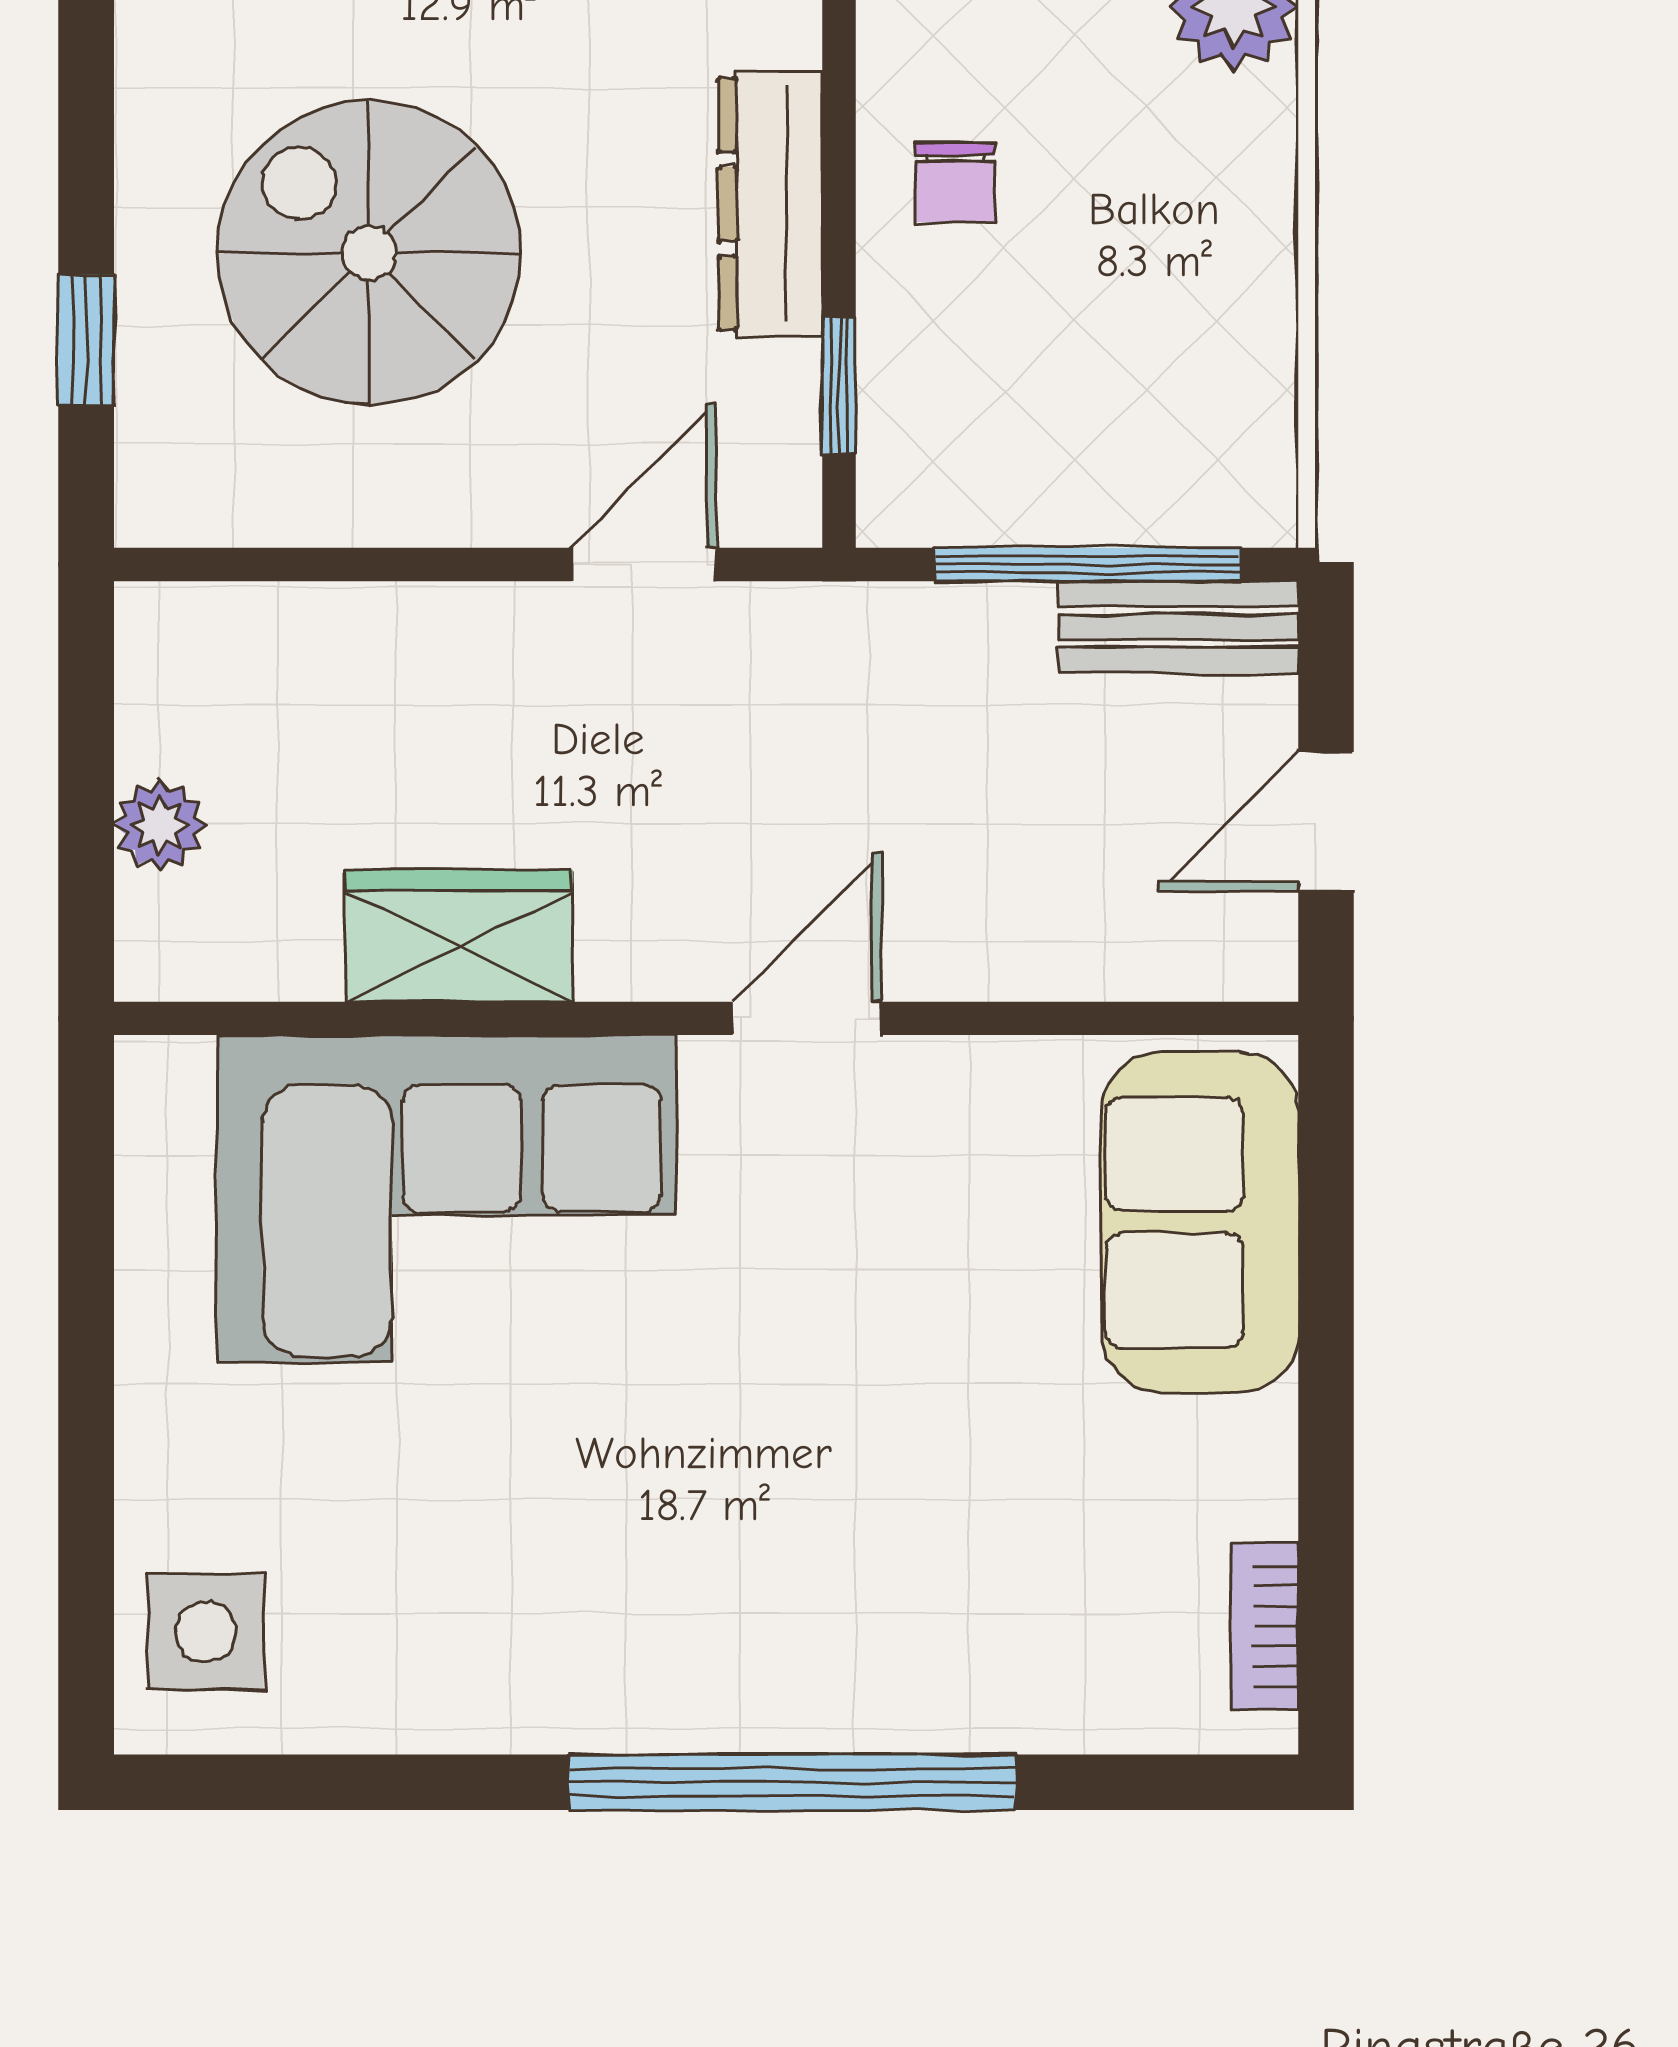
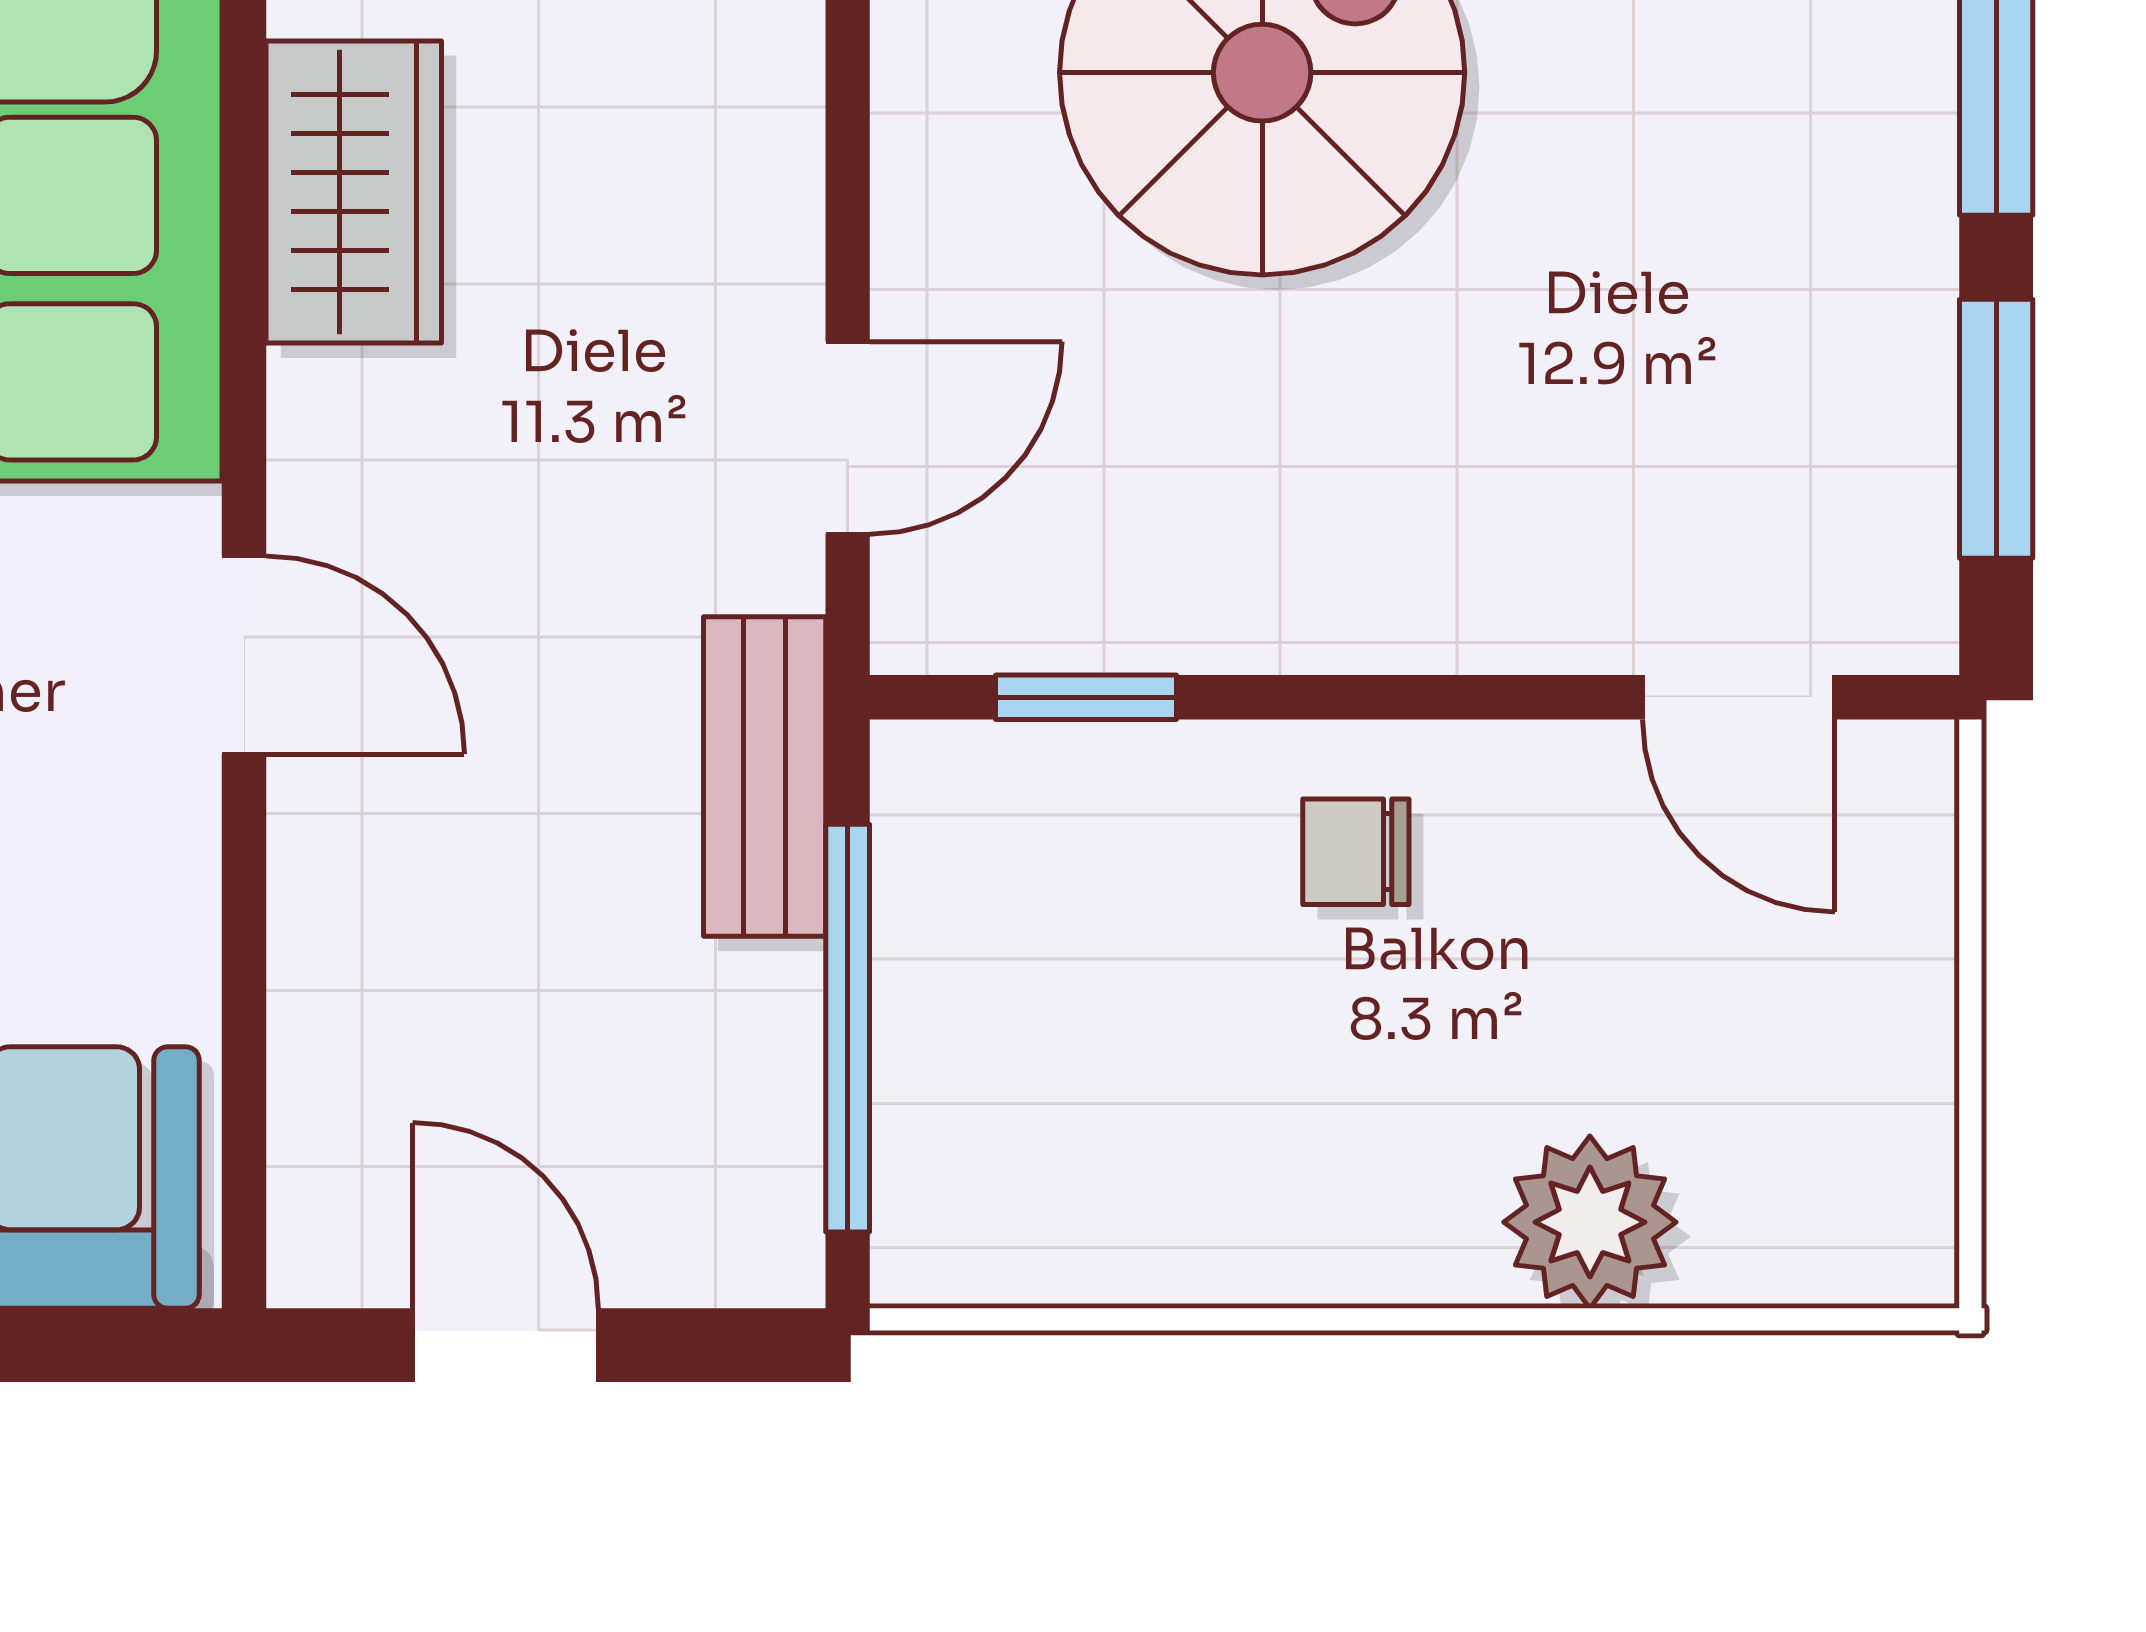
dresser: (770, 204) -> (1327, 606), removed
door: (644, 564) -> (848, 438), hinge flipped
bench: (1178, 627) -> (765, 777), moved

